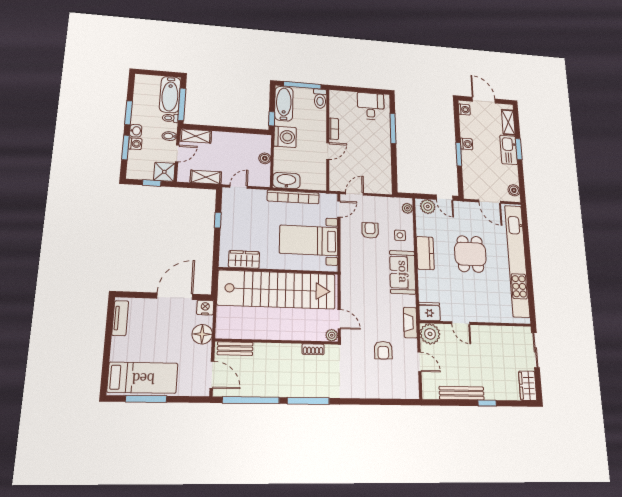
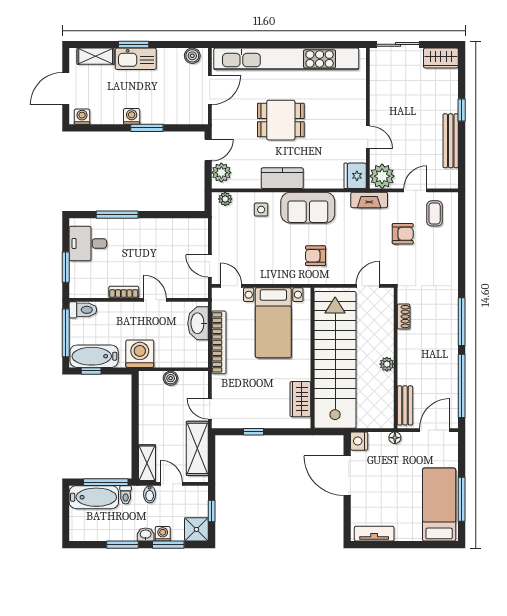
window: (353, 89) -> (66, 267), added
window: (272, 119) -> (91, 371), moved
shower: (164, 172) -> (196, 529), moved
shelving: (206, 177) -> (197, 448), width x1.50, depth x1.33
washbasin: (286, 181) -> (198, 323), moved
armchair: (370, 230) -> (316, 256), moved
door: (461, 323) -> (368, 137), hinge flipped
floor lamp: (202, 334) -> (395, 438), width x0.53, depth x0.53
plant: (332, 335) -> (387, 364), moved
coffee table: (401, 378) -> (435, 213), added

